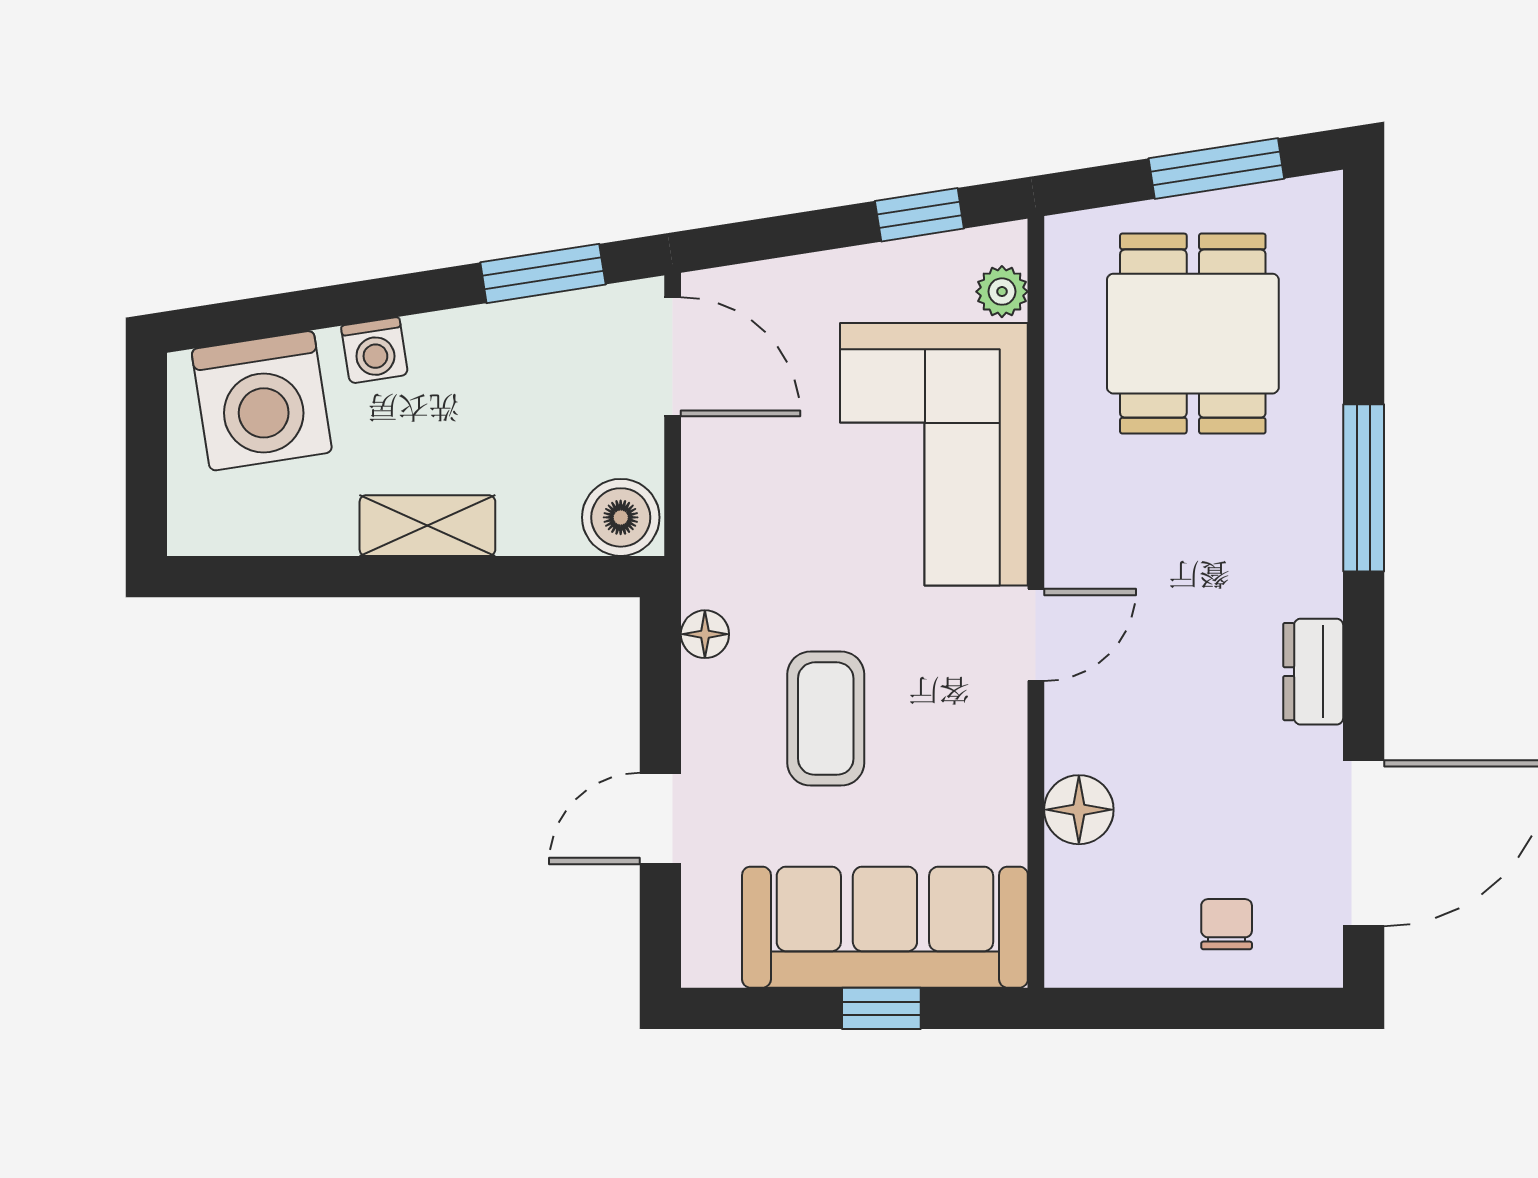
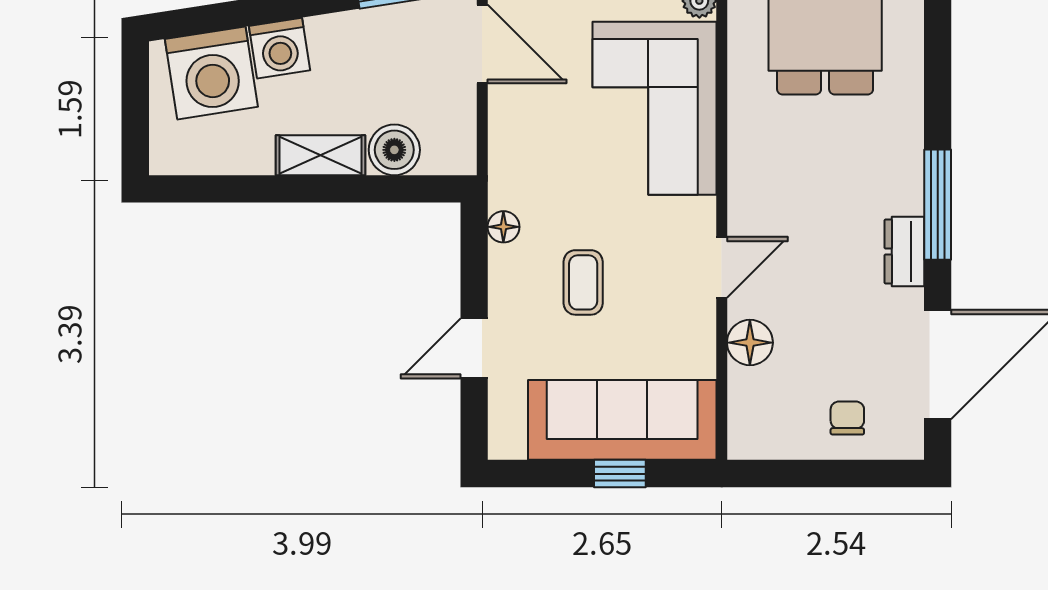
washing machine: (375, 350) -> (280, 48), width x1.38, depth x1.38
window: (1364, 488) -> (938, 205), moved
boiler: (621, 517) -> (394, 150), moved
door: (1036, 635) -> (722, 267), moved
coffee table: (826, 719) -> (583, 282), width x0.73, depth x0.77

